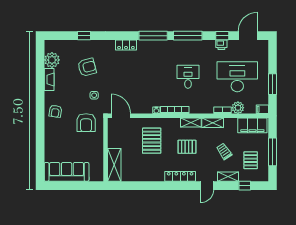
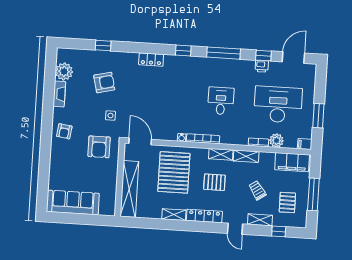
window: (153, 36) -> (183, 51), width x0.46
pallet: (152, 141) -> (174, 172), width x1.37, depth x1.41
shelving: (114, 165) -> (129, 189), width x1.47
shelving: (154, 177) -> (174, 215), added
door: (207, 186) -> (235, 229), hinge flipped

